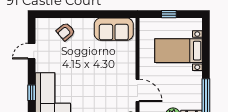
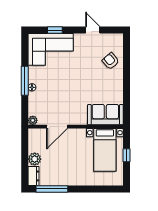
sofa: (114, 29) -> (105, 115), moved, turned 90
bed with nightstands: (178, 51) -> (105, 150), moved, turned 180

